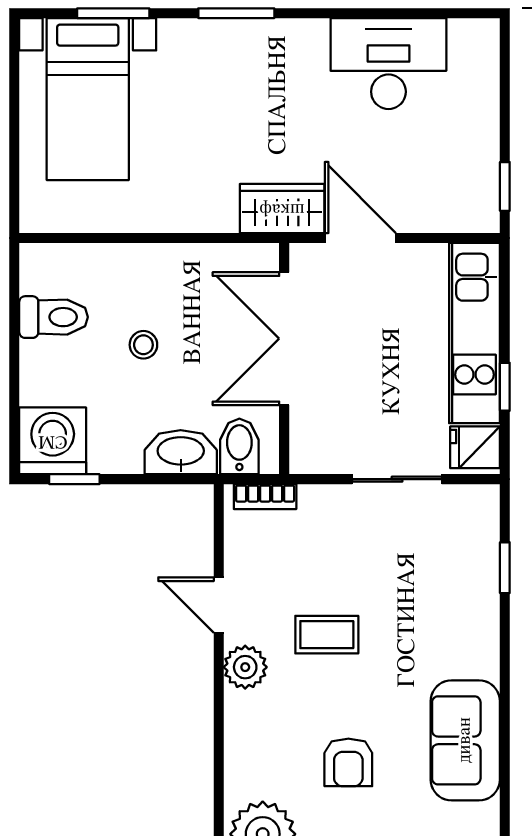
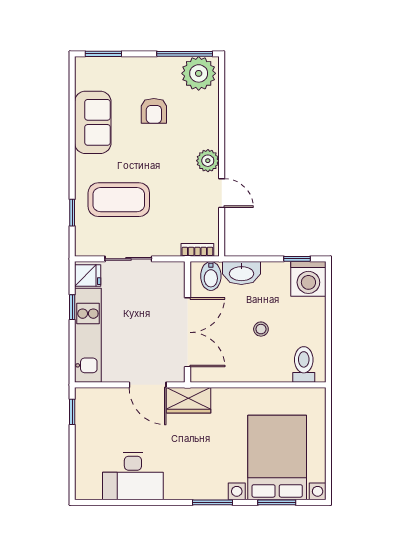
bed with nightstands: (88, 99) -> (277, 457), width x1.36
toilet: (54, 317) -> (304, 364), moved, turned 90
coffee table: (327, 635) -> (119, 200), moved, width x1.86, depth x1.72
armchair: (348, 762) -> (154, 111), turned 180

